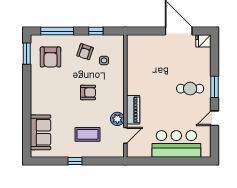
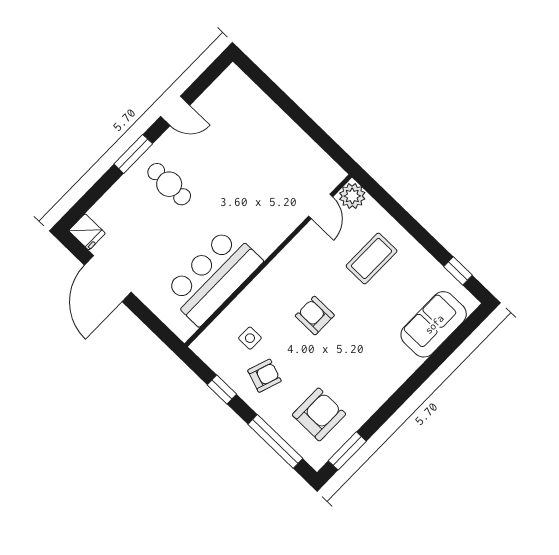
piano: (133, 110) -> (276, 231), removed
plant: (117, 119) -> (352, 196), moved
coffee table: (88, 134) -> (372, 258), turned 90
door: (125, 135) -> (321, 206), swing flipped
bar counter: (176, 144) -> (213, 277), moved, turned 90
window: (75, 161) -> (458, 271), moved

